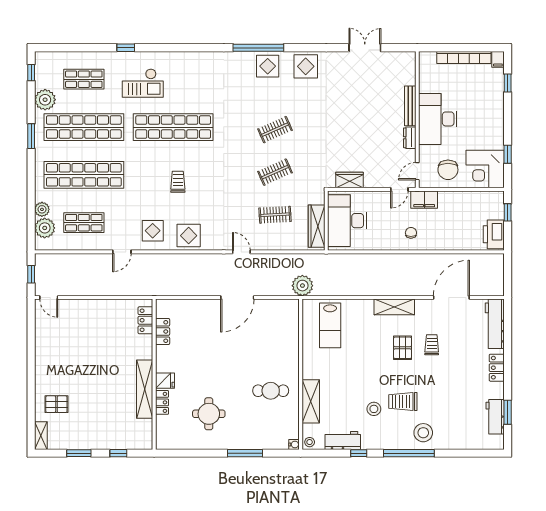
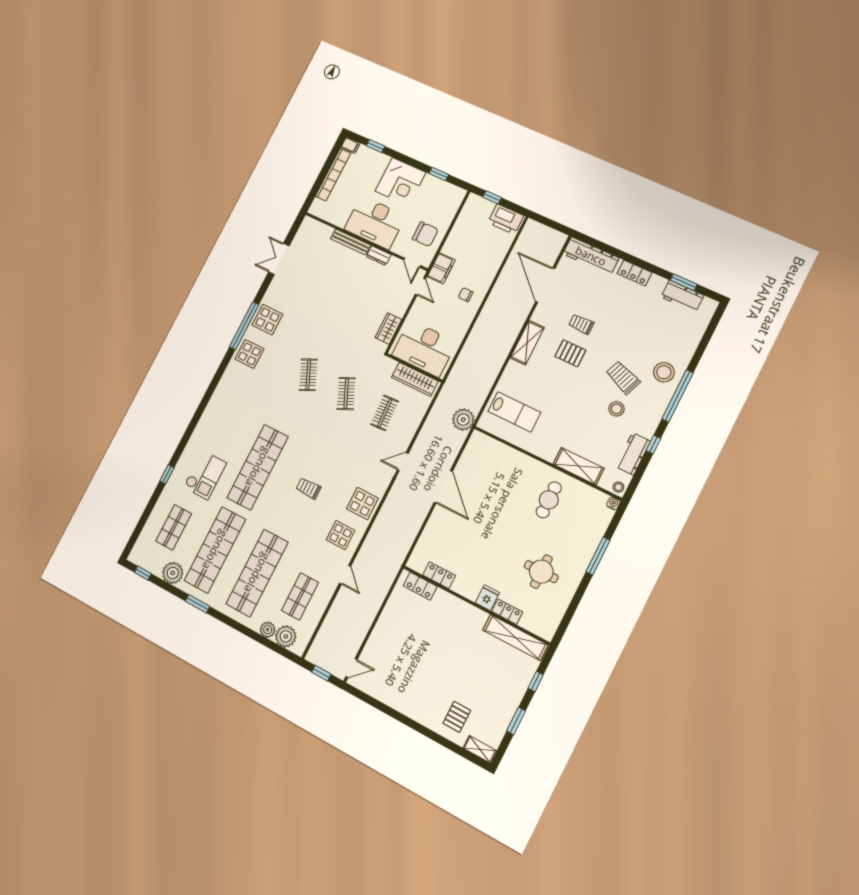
window: (258, 48) -> (244, 326), moved
corner desk: (485, 169) -> (400, 182), moved
shelving: (145, 389) -> (515, 638), moved
trolley: (403, 401) -> (623, 377), turned 111

